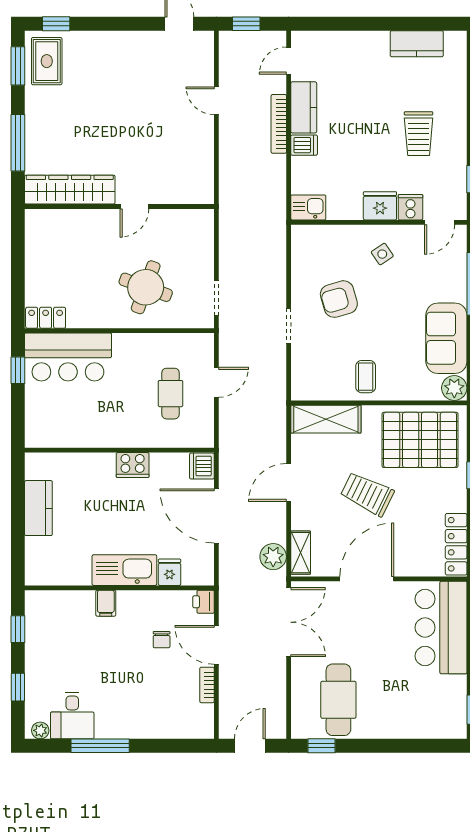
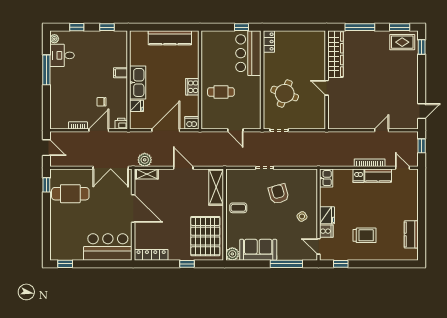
trolley: (419, 134) -> (365, 235), turned 180
cafe table: (171, 394) -> (221, 92), moved
trolley: (367, 494) -> (177, 209), removed
kitchen counter: (38, 508) -> (170, 38), width x1.50

